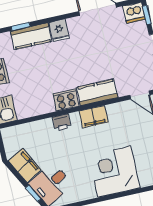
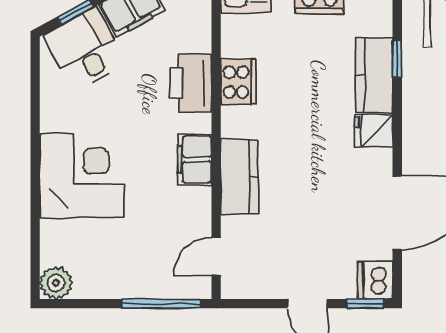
cooker: (66, 100) -> (238, 82), moved
printer: (62, 122) -> (191, 83), width x1.87, depth x1.48

